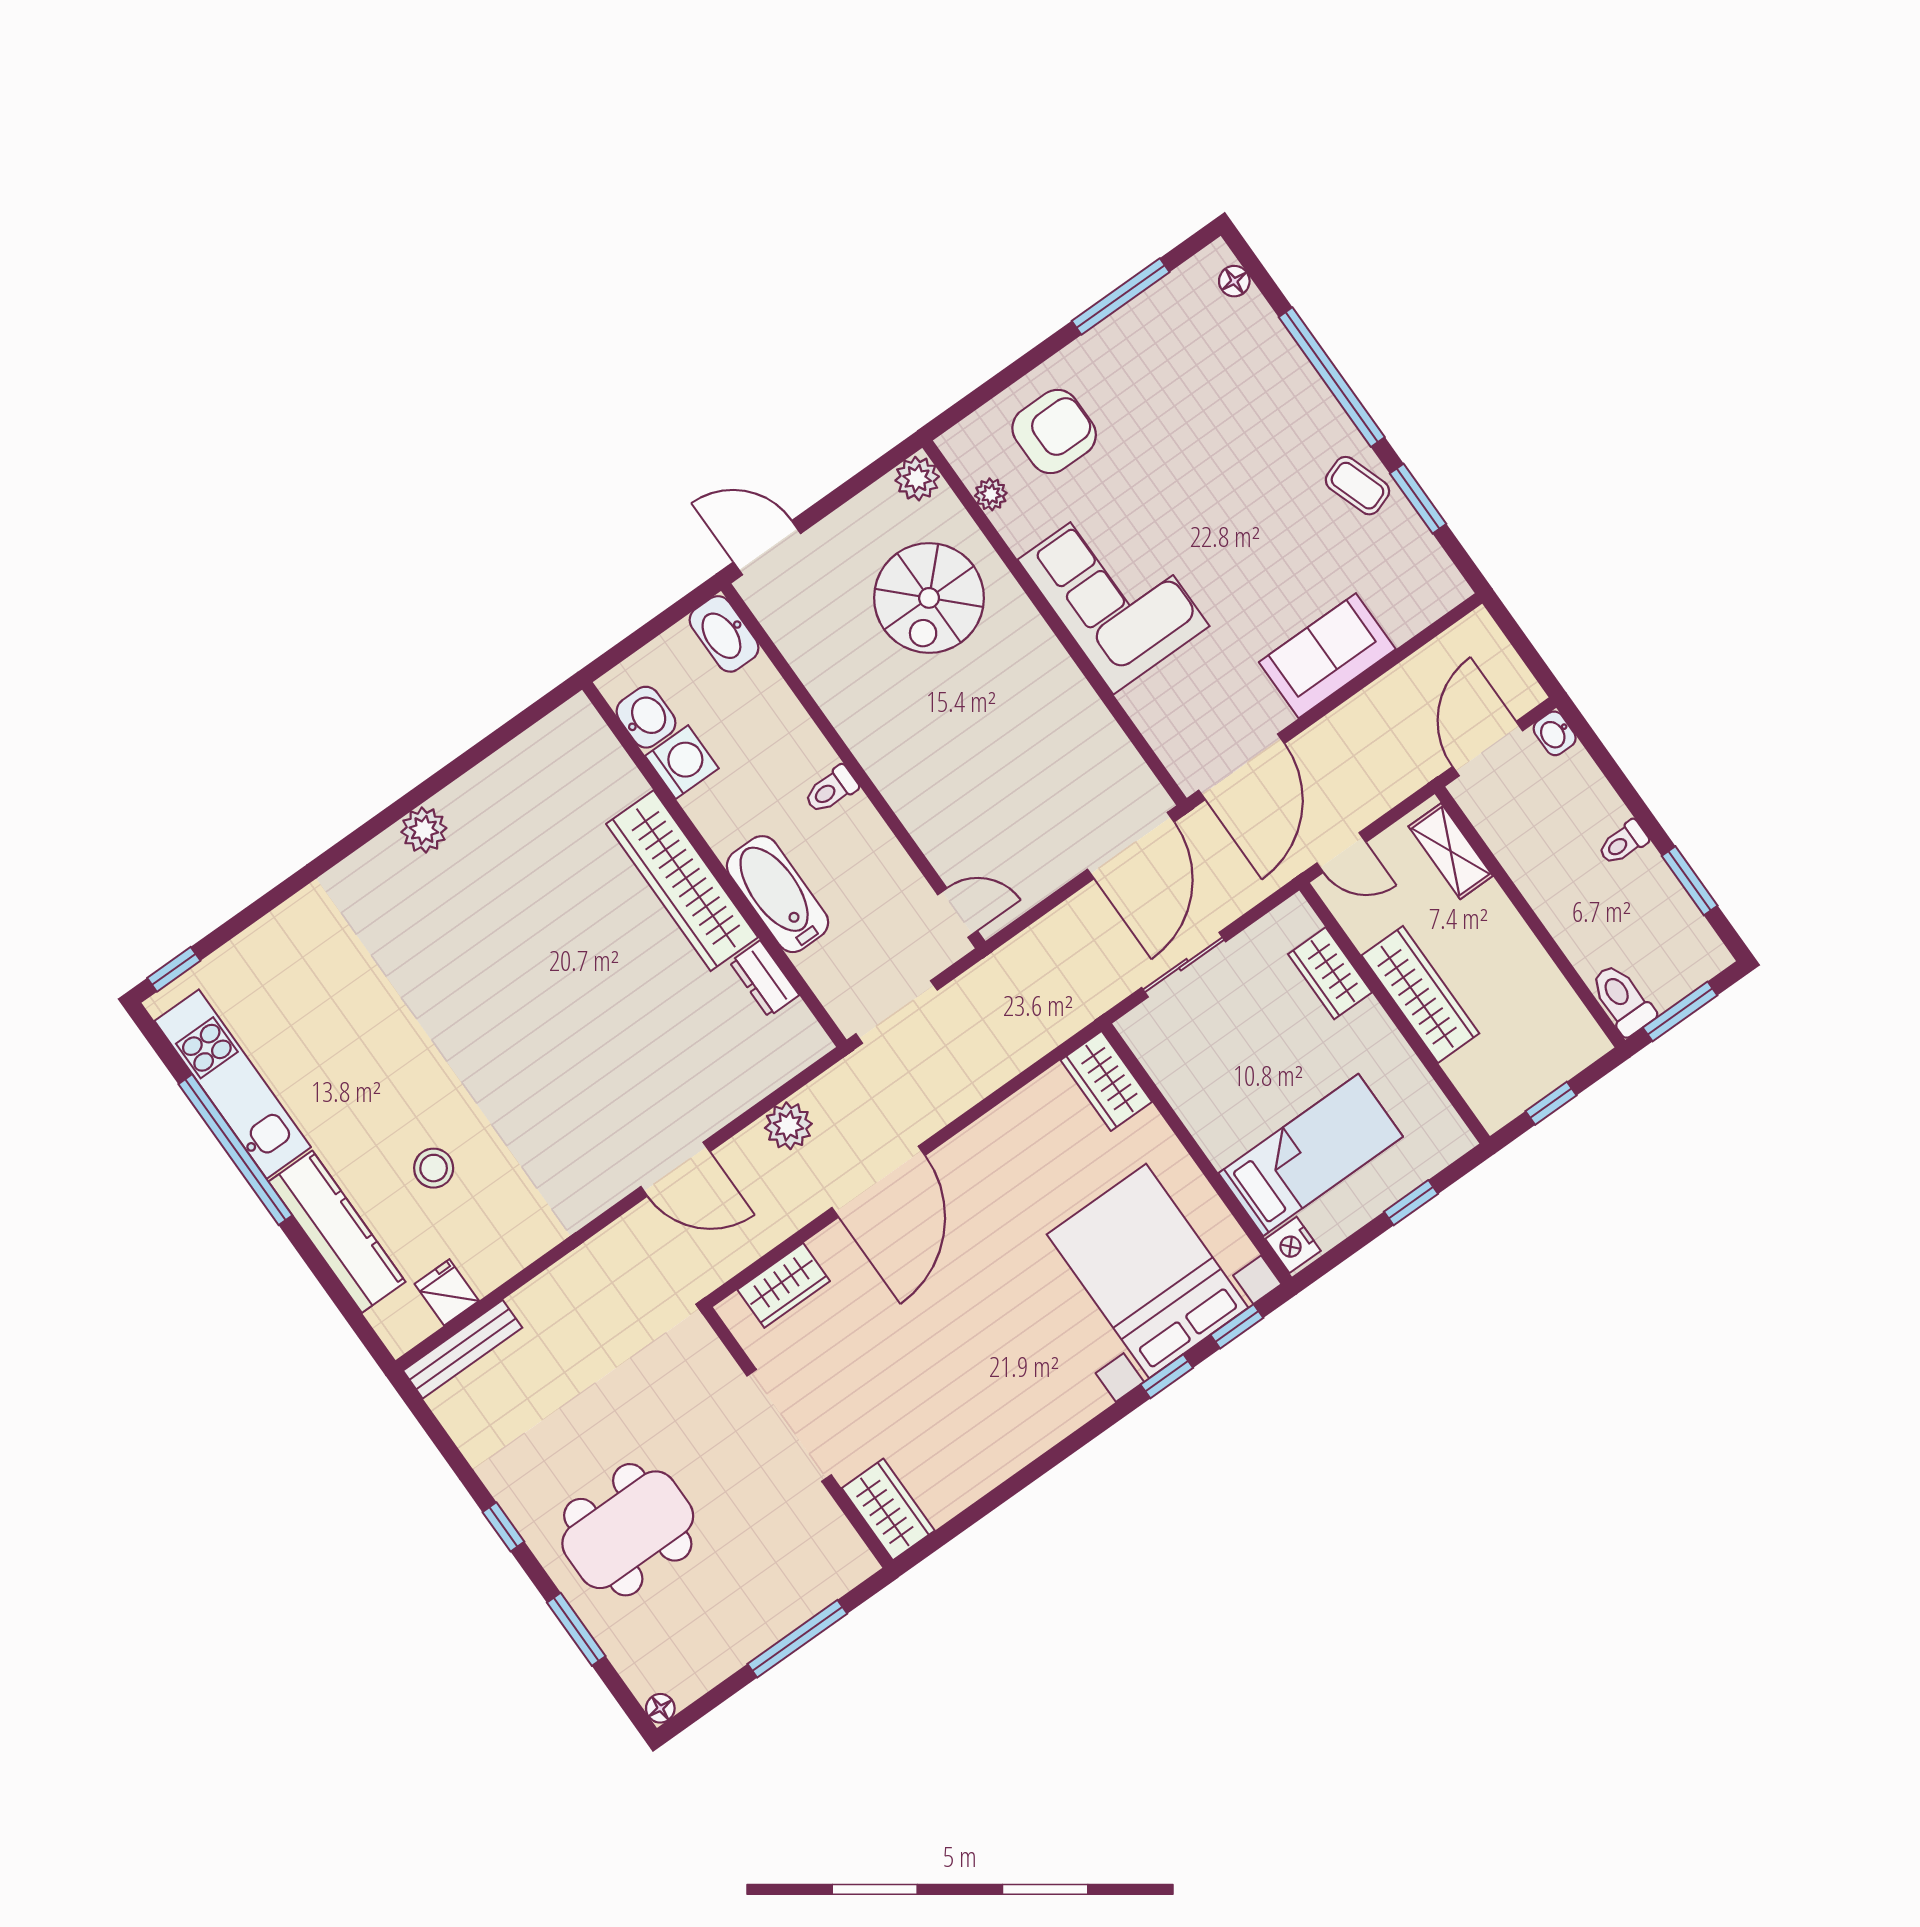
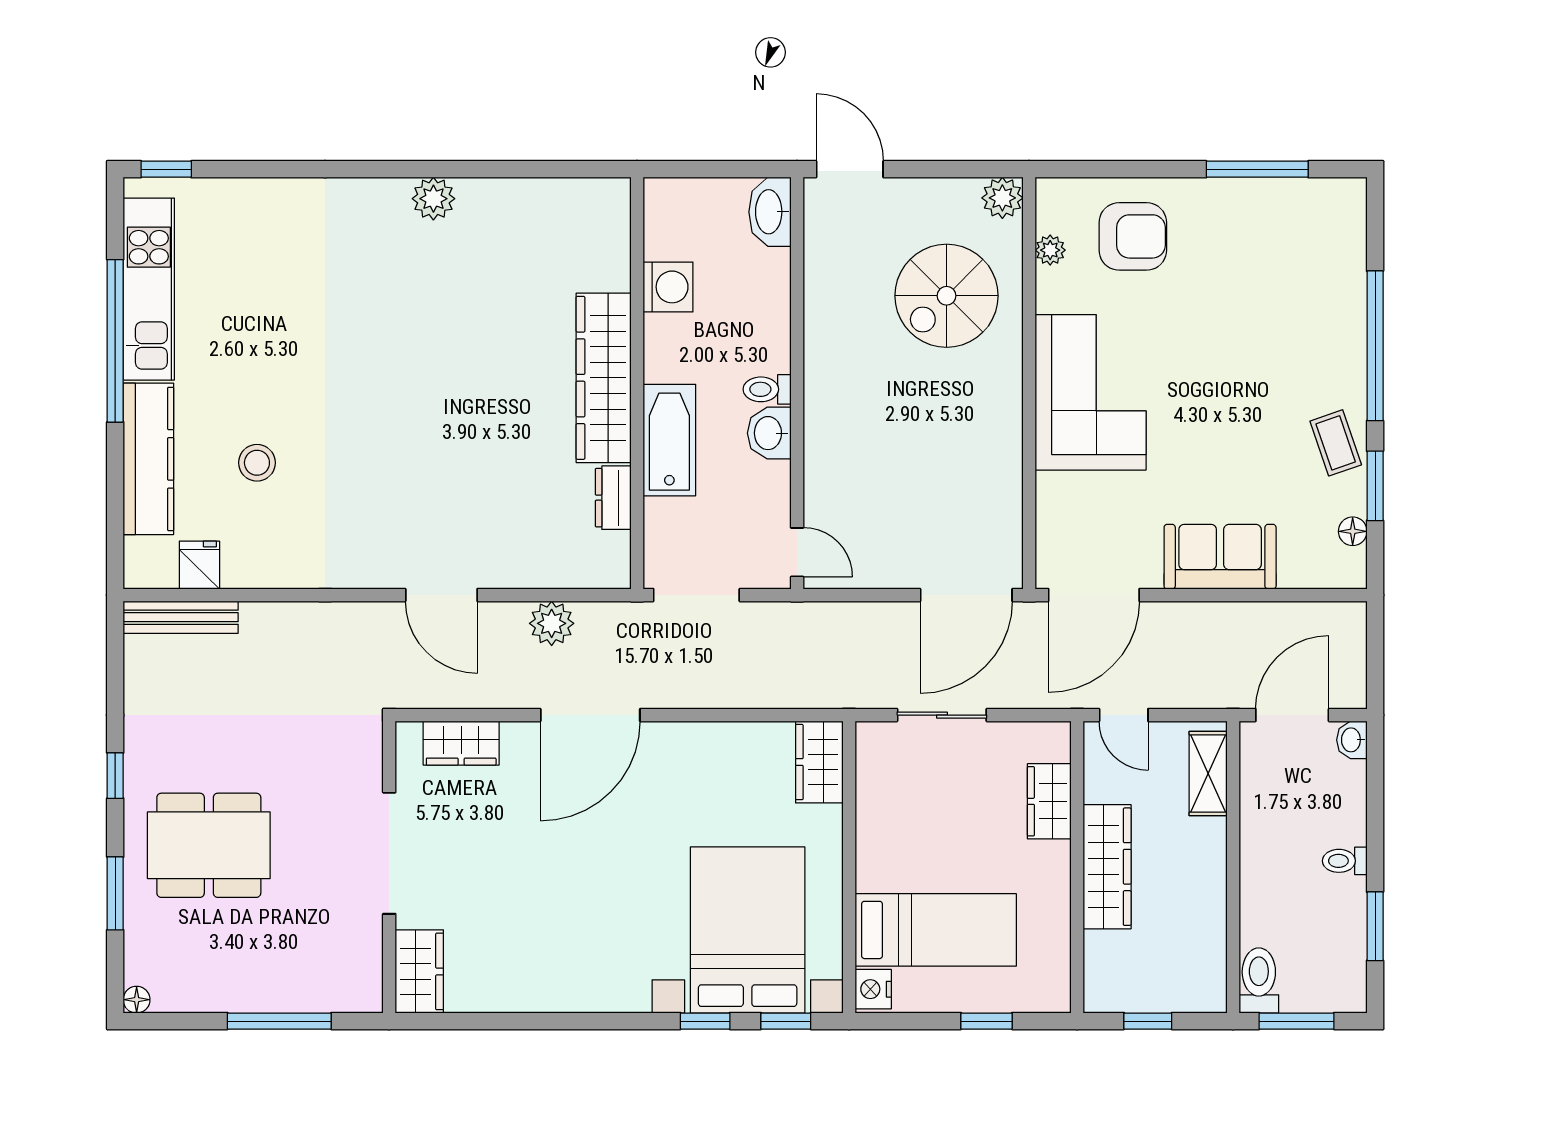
floor lamp: (1234, 281) -> (1353, 531), moved
washbasin: (646, 717) -> (769, 433), moved, turned 180

